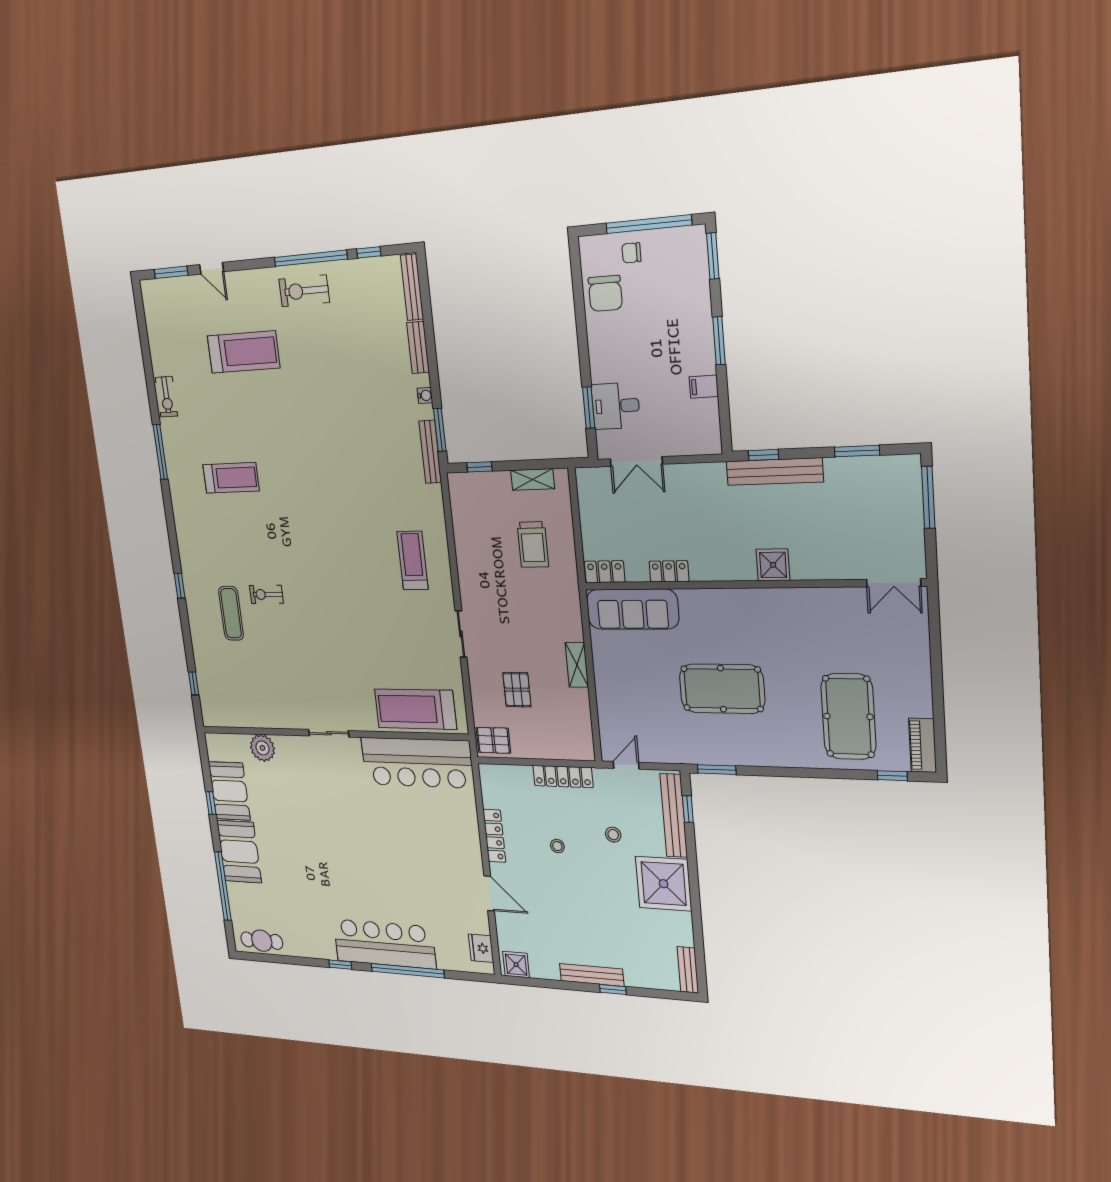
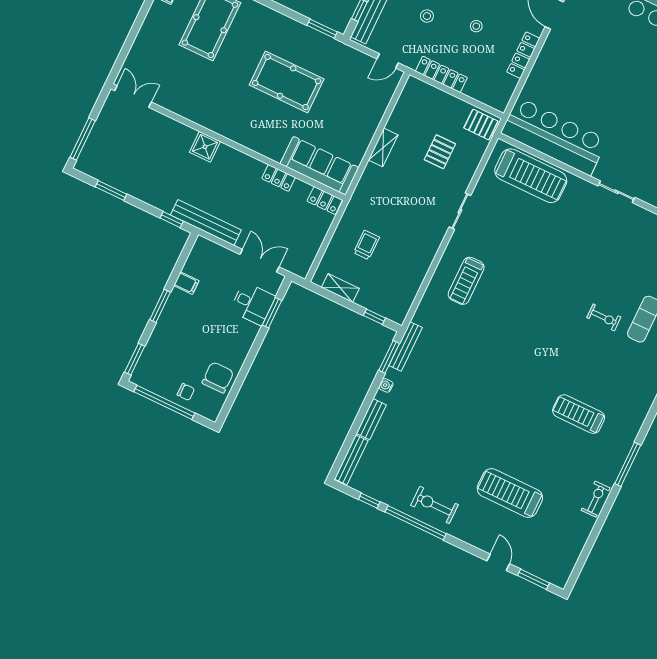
exercise bike: (304, 291) -> (435, 505), turned 180
bench: (774, 472) -> (206, 222), moved
trolley: (533, 544) -> (366, 245), width x0.73, depth x0.72

